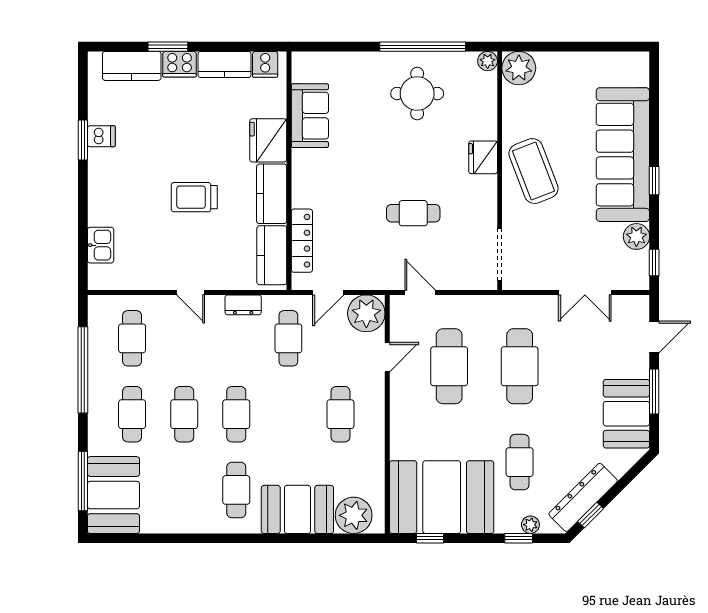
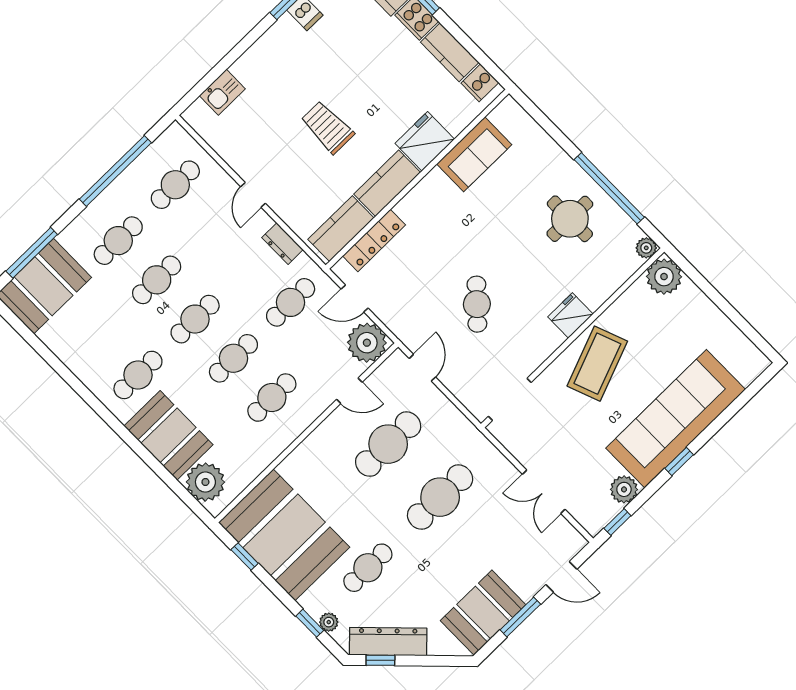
cafe table: (413, 213) -> (477, 304), turned 43
cafe table: (288, 414) -> (233, 358), added

